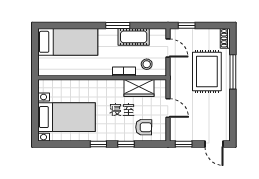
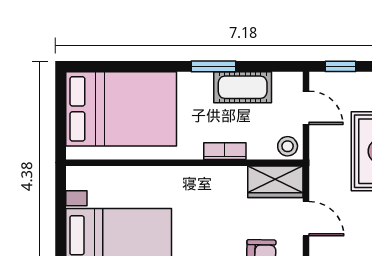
bed: (68, 42) -> (121, 109), width x1.50
stool: (147, 64) -> (288, 146), moved
wardrobe: (139, 88) -> (275, 182), moved

